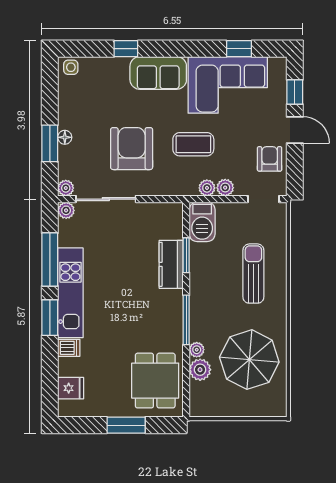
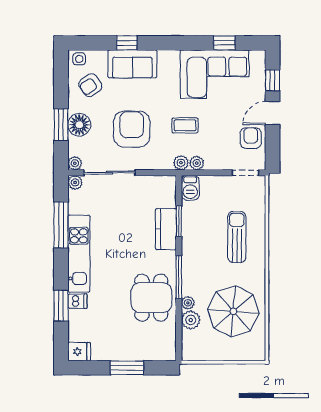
sofa: (158, 73) -> (132, 64), moved
armchair: (84, 98) -> (90, 85), added
door: (295, 130) -> (273, 113), swing flipped
floor lamp: (65, 137) -> (79, 125), width x1.89, depth x1.89
coffee table: (193, 144) -> (185, 125), width x0.73, depth x0.77
plant: (225, 188) -> (181, 163), moved
barbecue: (202, 222) -> (190, 188), width x0.73, depth x0.79
window: (50, 318) -> (61, 306), moved
dining table: (155, 381) -> (151, 298), moved
fridge: (71, 388) -> (79, 352), moved

